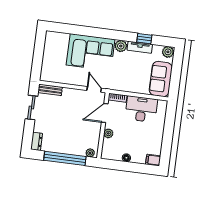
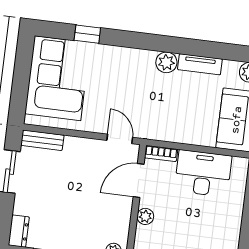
window: (144, 39) -> (87, 34), moved
corner sofa: (91, 52) -> (57, 78), moved, turned -90

